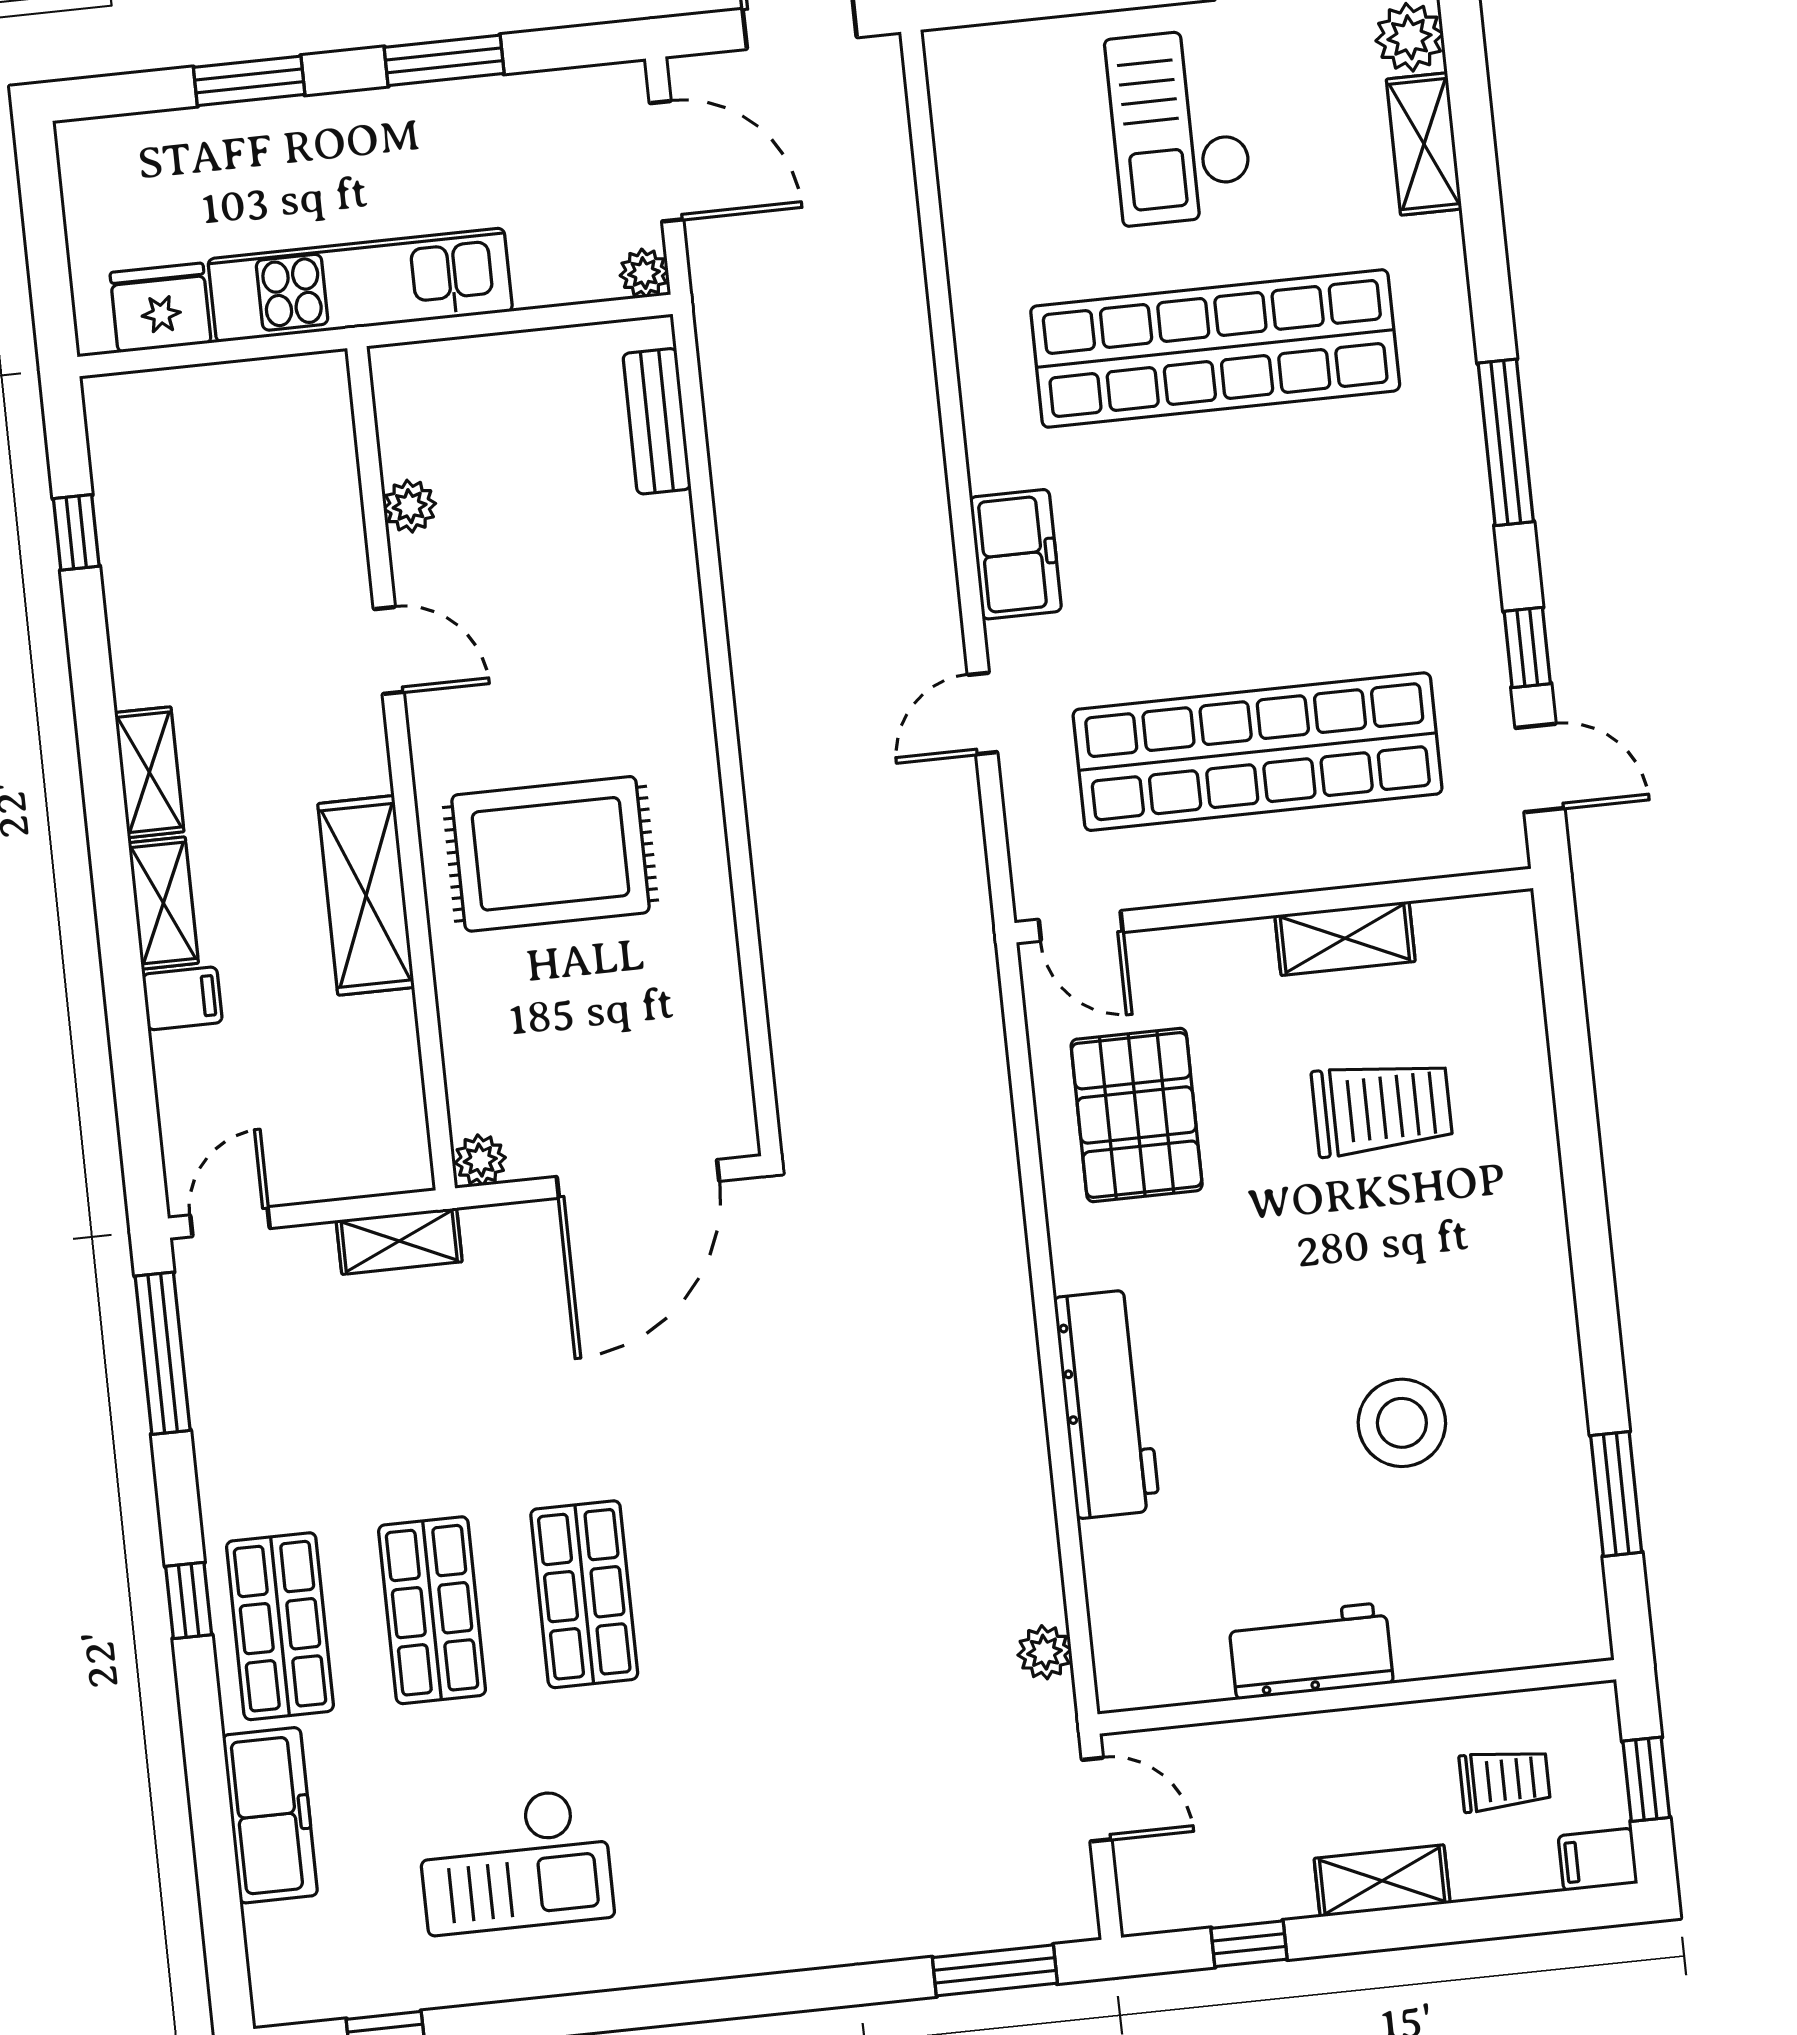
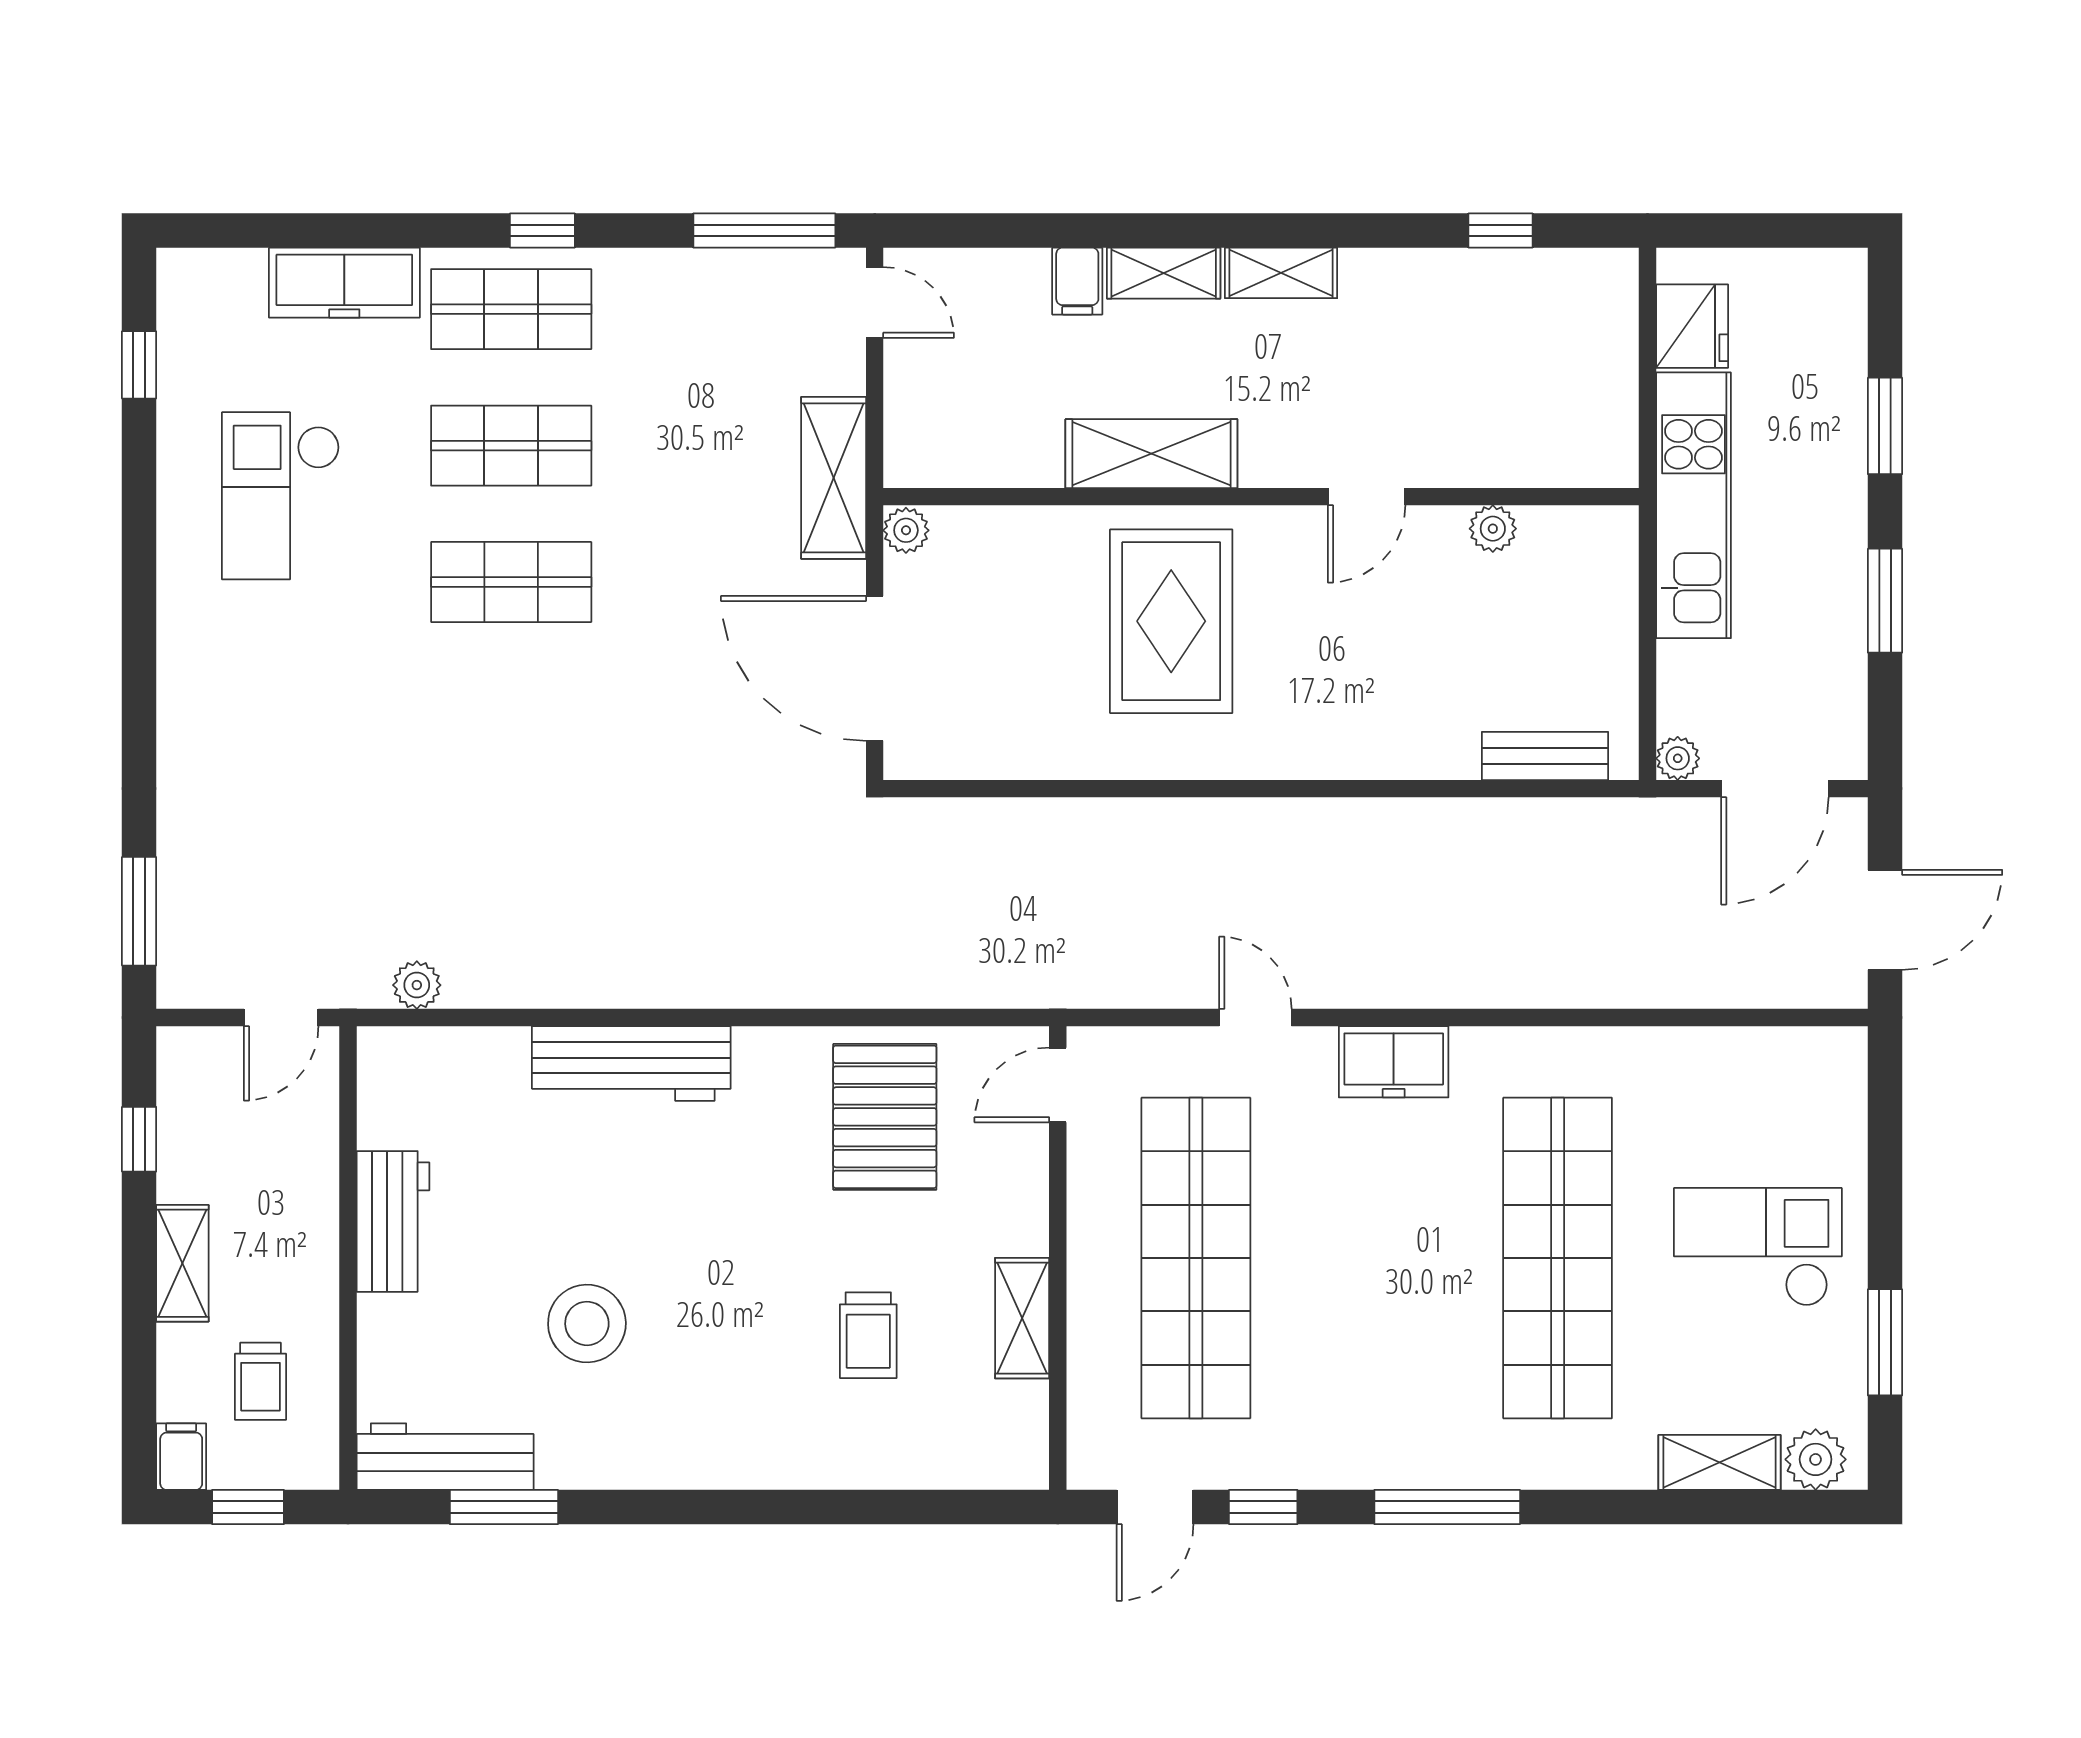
trolley: (1382, 1108) -> (868, 1335), width x0.73, depth x0.72
pallet: (1137, 1115) -> (885, 1117), turned 90
shelving: (399, 1241) -> (834, 478), width x1.50, depth x1.33
workbench: (1567, 1565) -> (445, 1457), added

